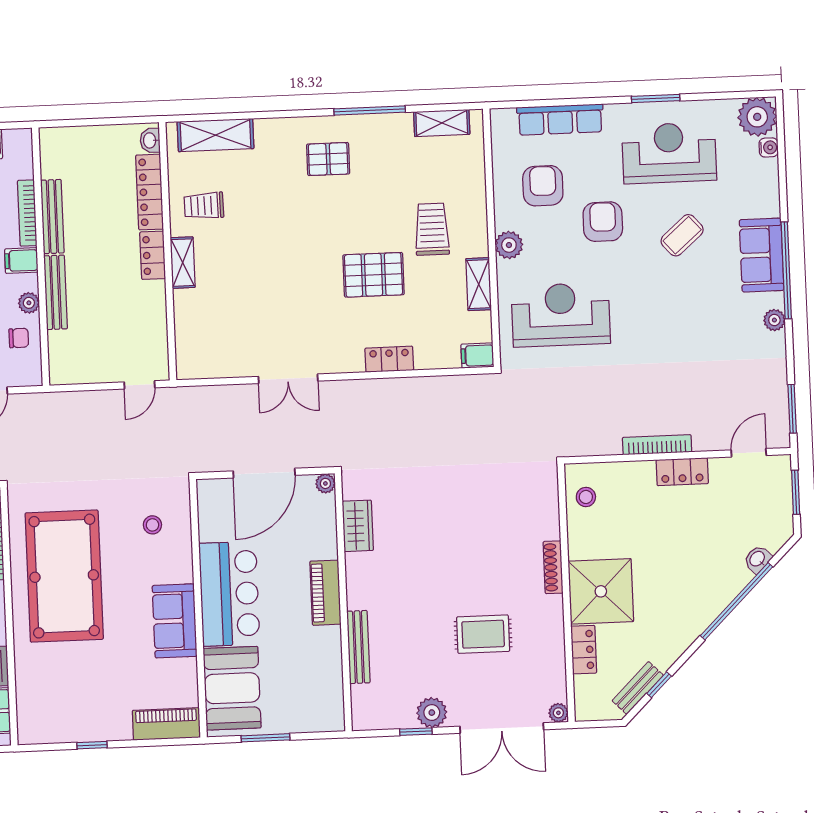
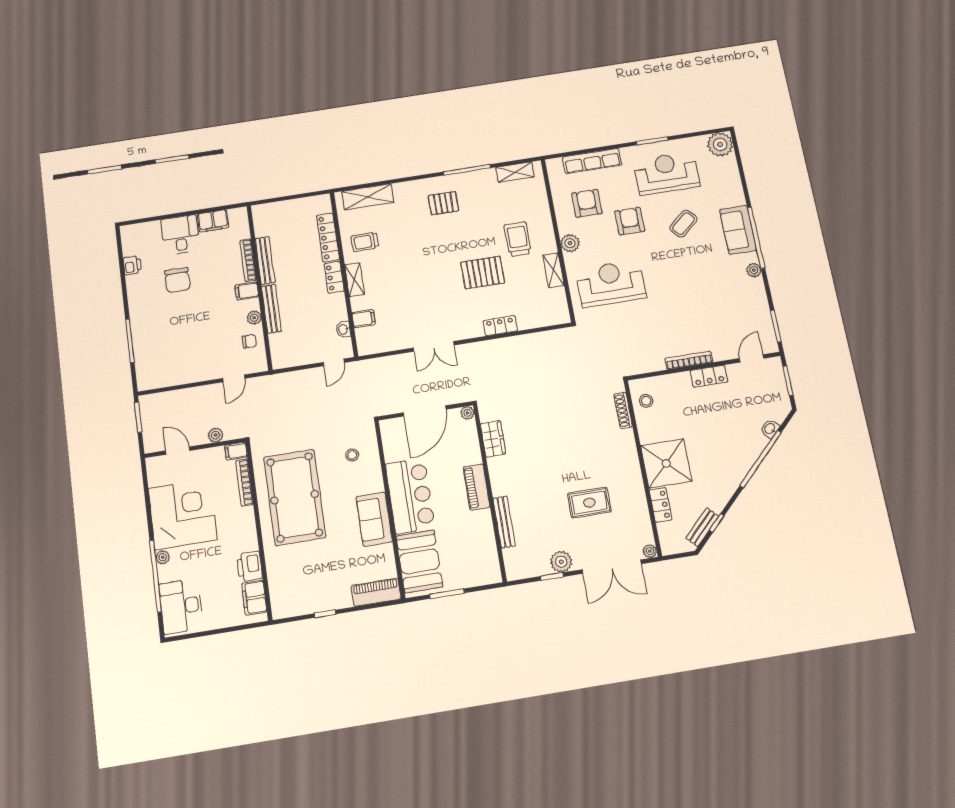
washbasin: (150, 140) -> (343, 329), moved
water cooler: (769, 147) -> (731, 162), removed
filing cabinet: (477, 356) -> (364, 319), moved, turned 180
shoe rack: (553, 567) -> (623, 410), moved

